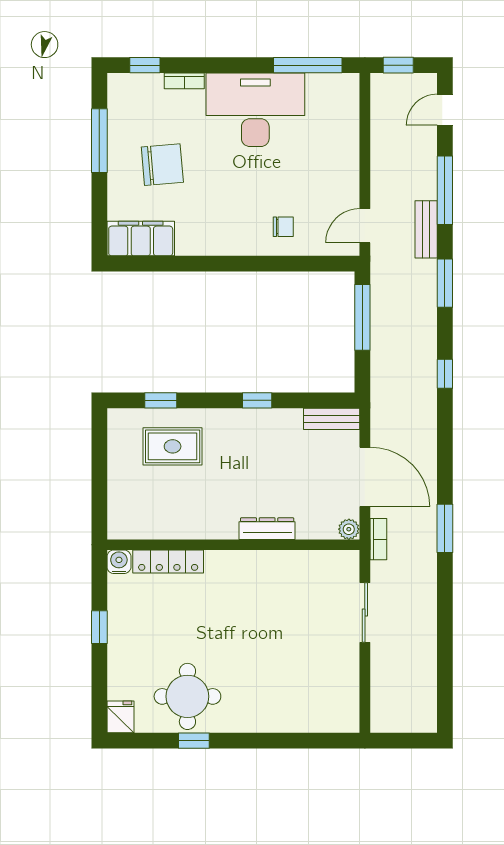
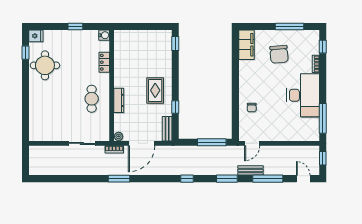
door: (365, 226) -> (252, 143), swing flipped
window: (161, 400) -> (175, 44), moved
window: (257, 400) -> (175, 107), moved
rug: (173, 446) -> (155, 90), moved
locker: (168, 562) -> (104, 62), width x0.66
cafe table: (263, 590) -> (92, 99), added
window: (194, 741) -> (25, 53), moved

